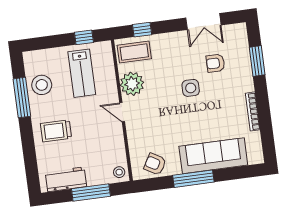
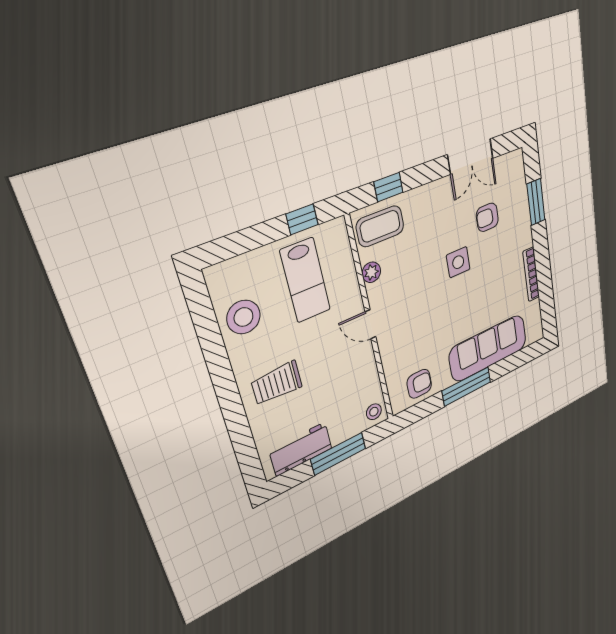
plant: (132, 84) -> (371, 272), width x0.53, depth x0.53
window: (22, 98) -> (213, 348), removed
armchair: (155, 164) -> (419, 384), turned 150

